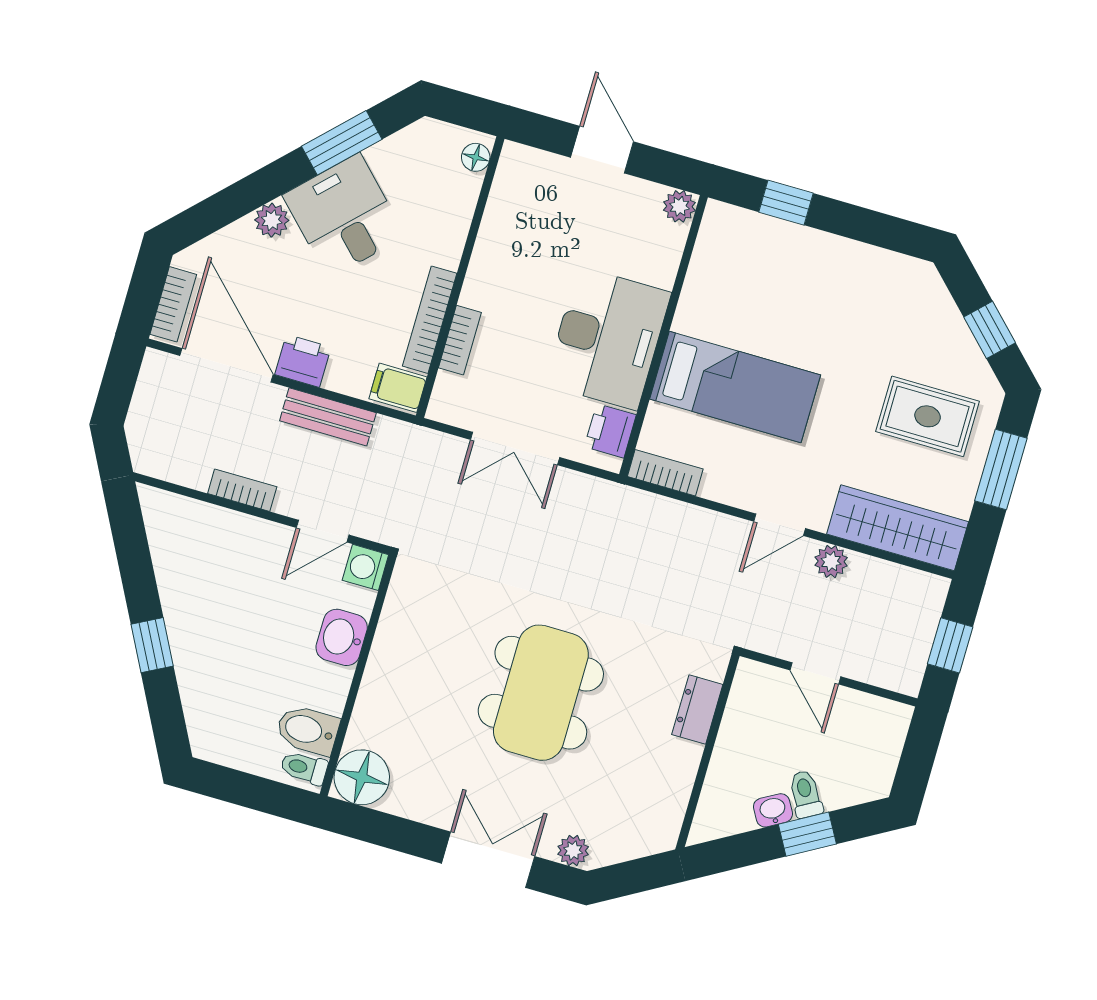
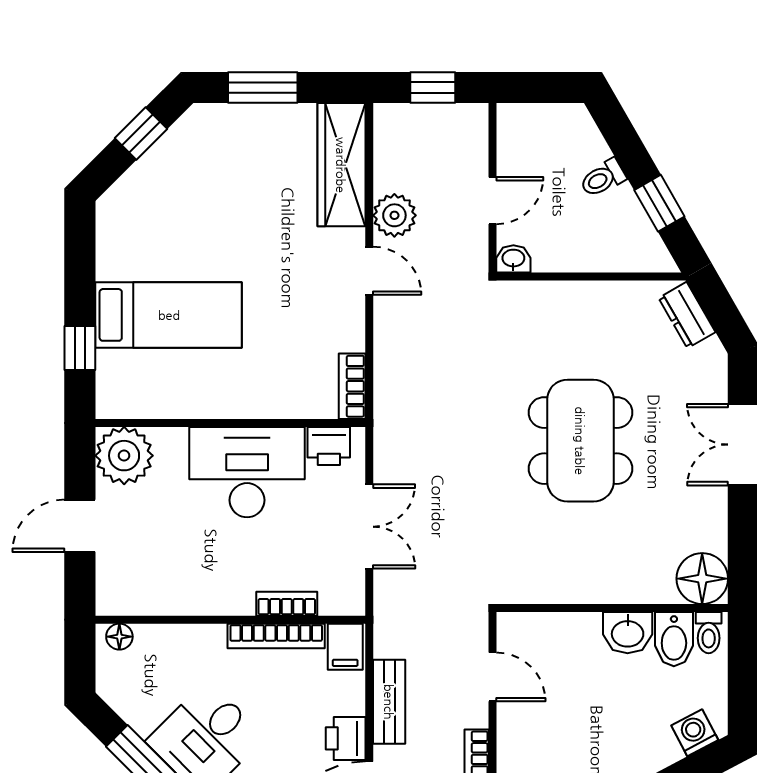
plant: (679, 206) -> (124, 456), width x1.88, depth x1.88
bed: (735, 387) -> (169, 315), moved, turned 90
rug: (928, 416) -> (234, 167), removed
plant: (831, 561) -> (394, 215), width x1.38, depth x1.38
washing machine: (365, 567) -> (695, 733), moved, turned 152
washbasin: (342, 637) -> (628, 633), moved
dining table: (541, 693) -> (580, 441), turned 90
dresser: (697, 709) -> (687, 315), moved, turned 60
washbasin: (773, 810) -> (513, 259), moved, turned 120
window: (807, 834) -> (659, 203), moved
plant: (573, 850) -> (713, 371), removed

